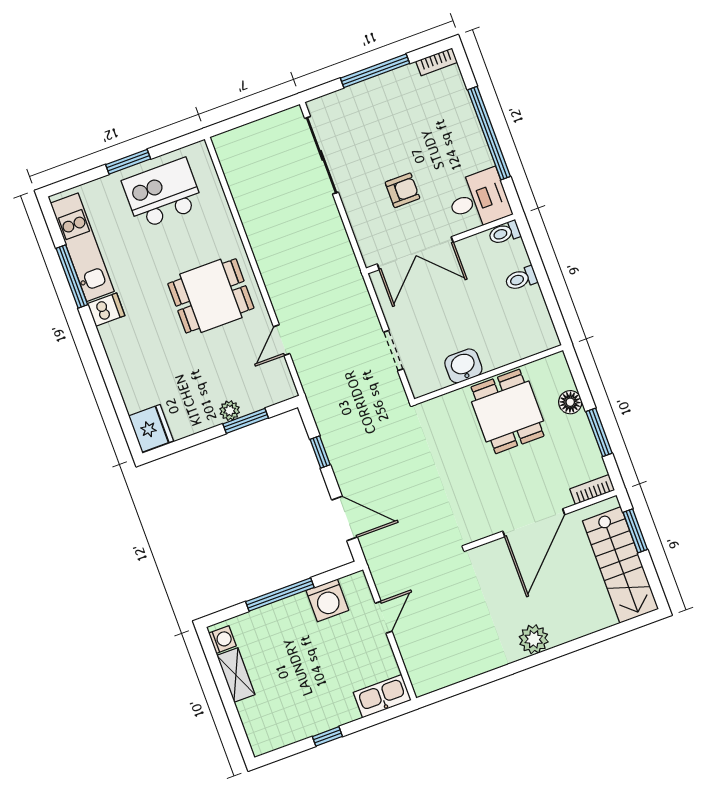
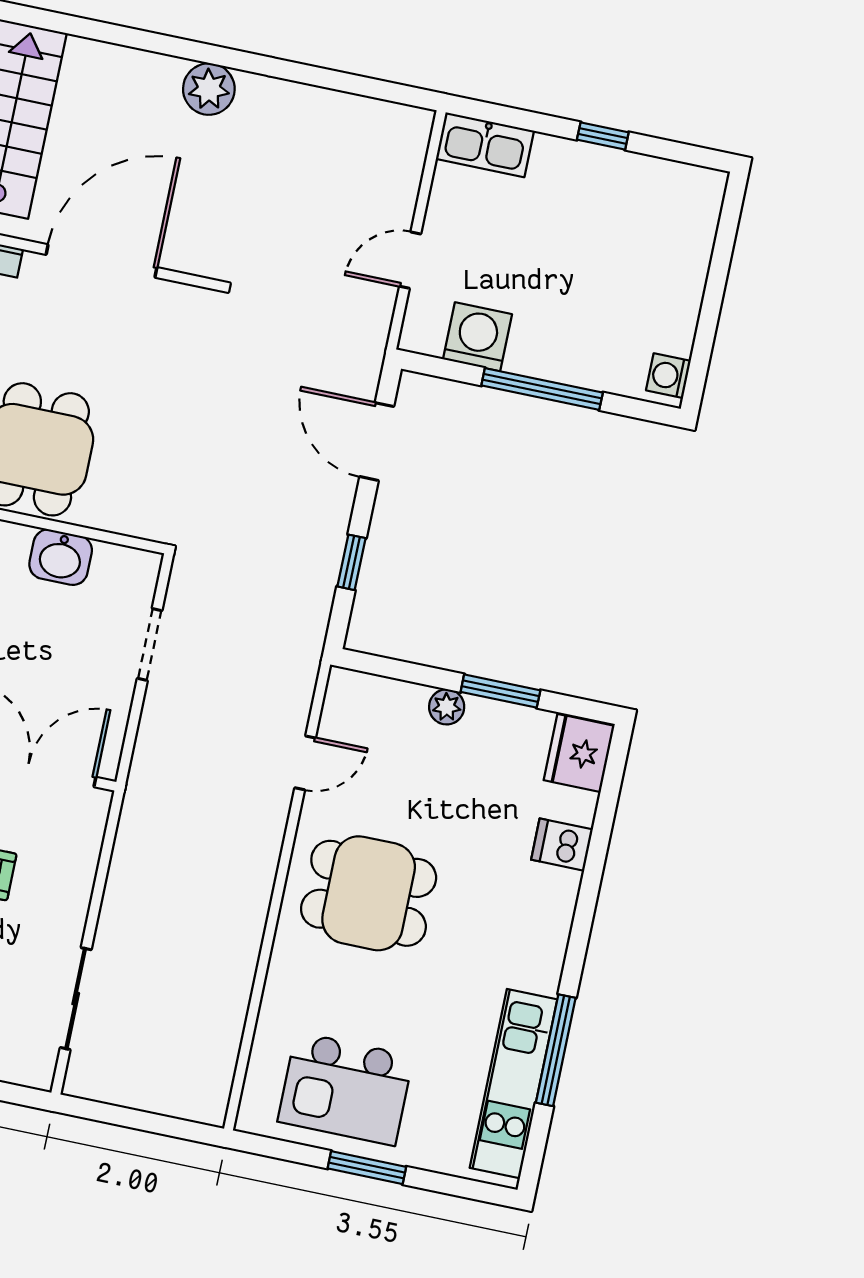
sliding door: (322, 155) -> (76, 999), width x0.73
dishwasher: (106, 310) -> (562, 845), moved
window: (246, 421) -> (500, 691), moved
shelving: (236, 675) -> (681, 311), removed

